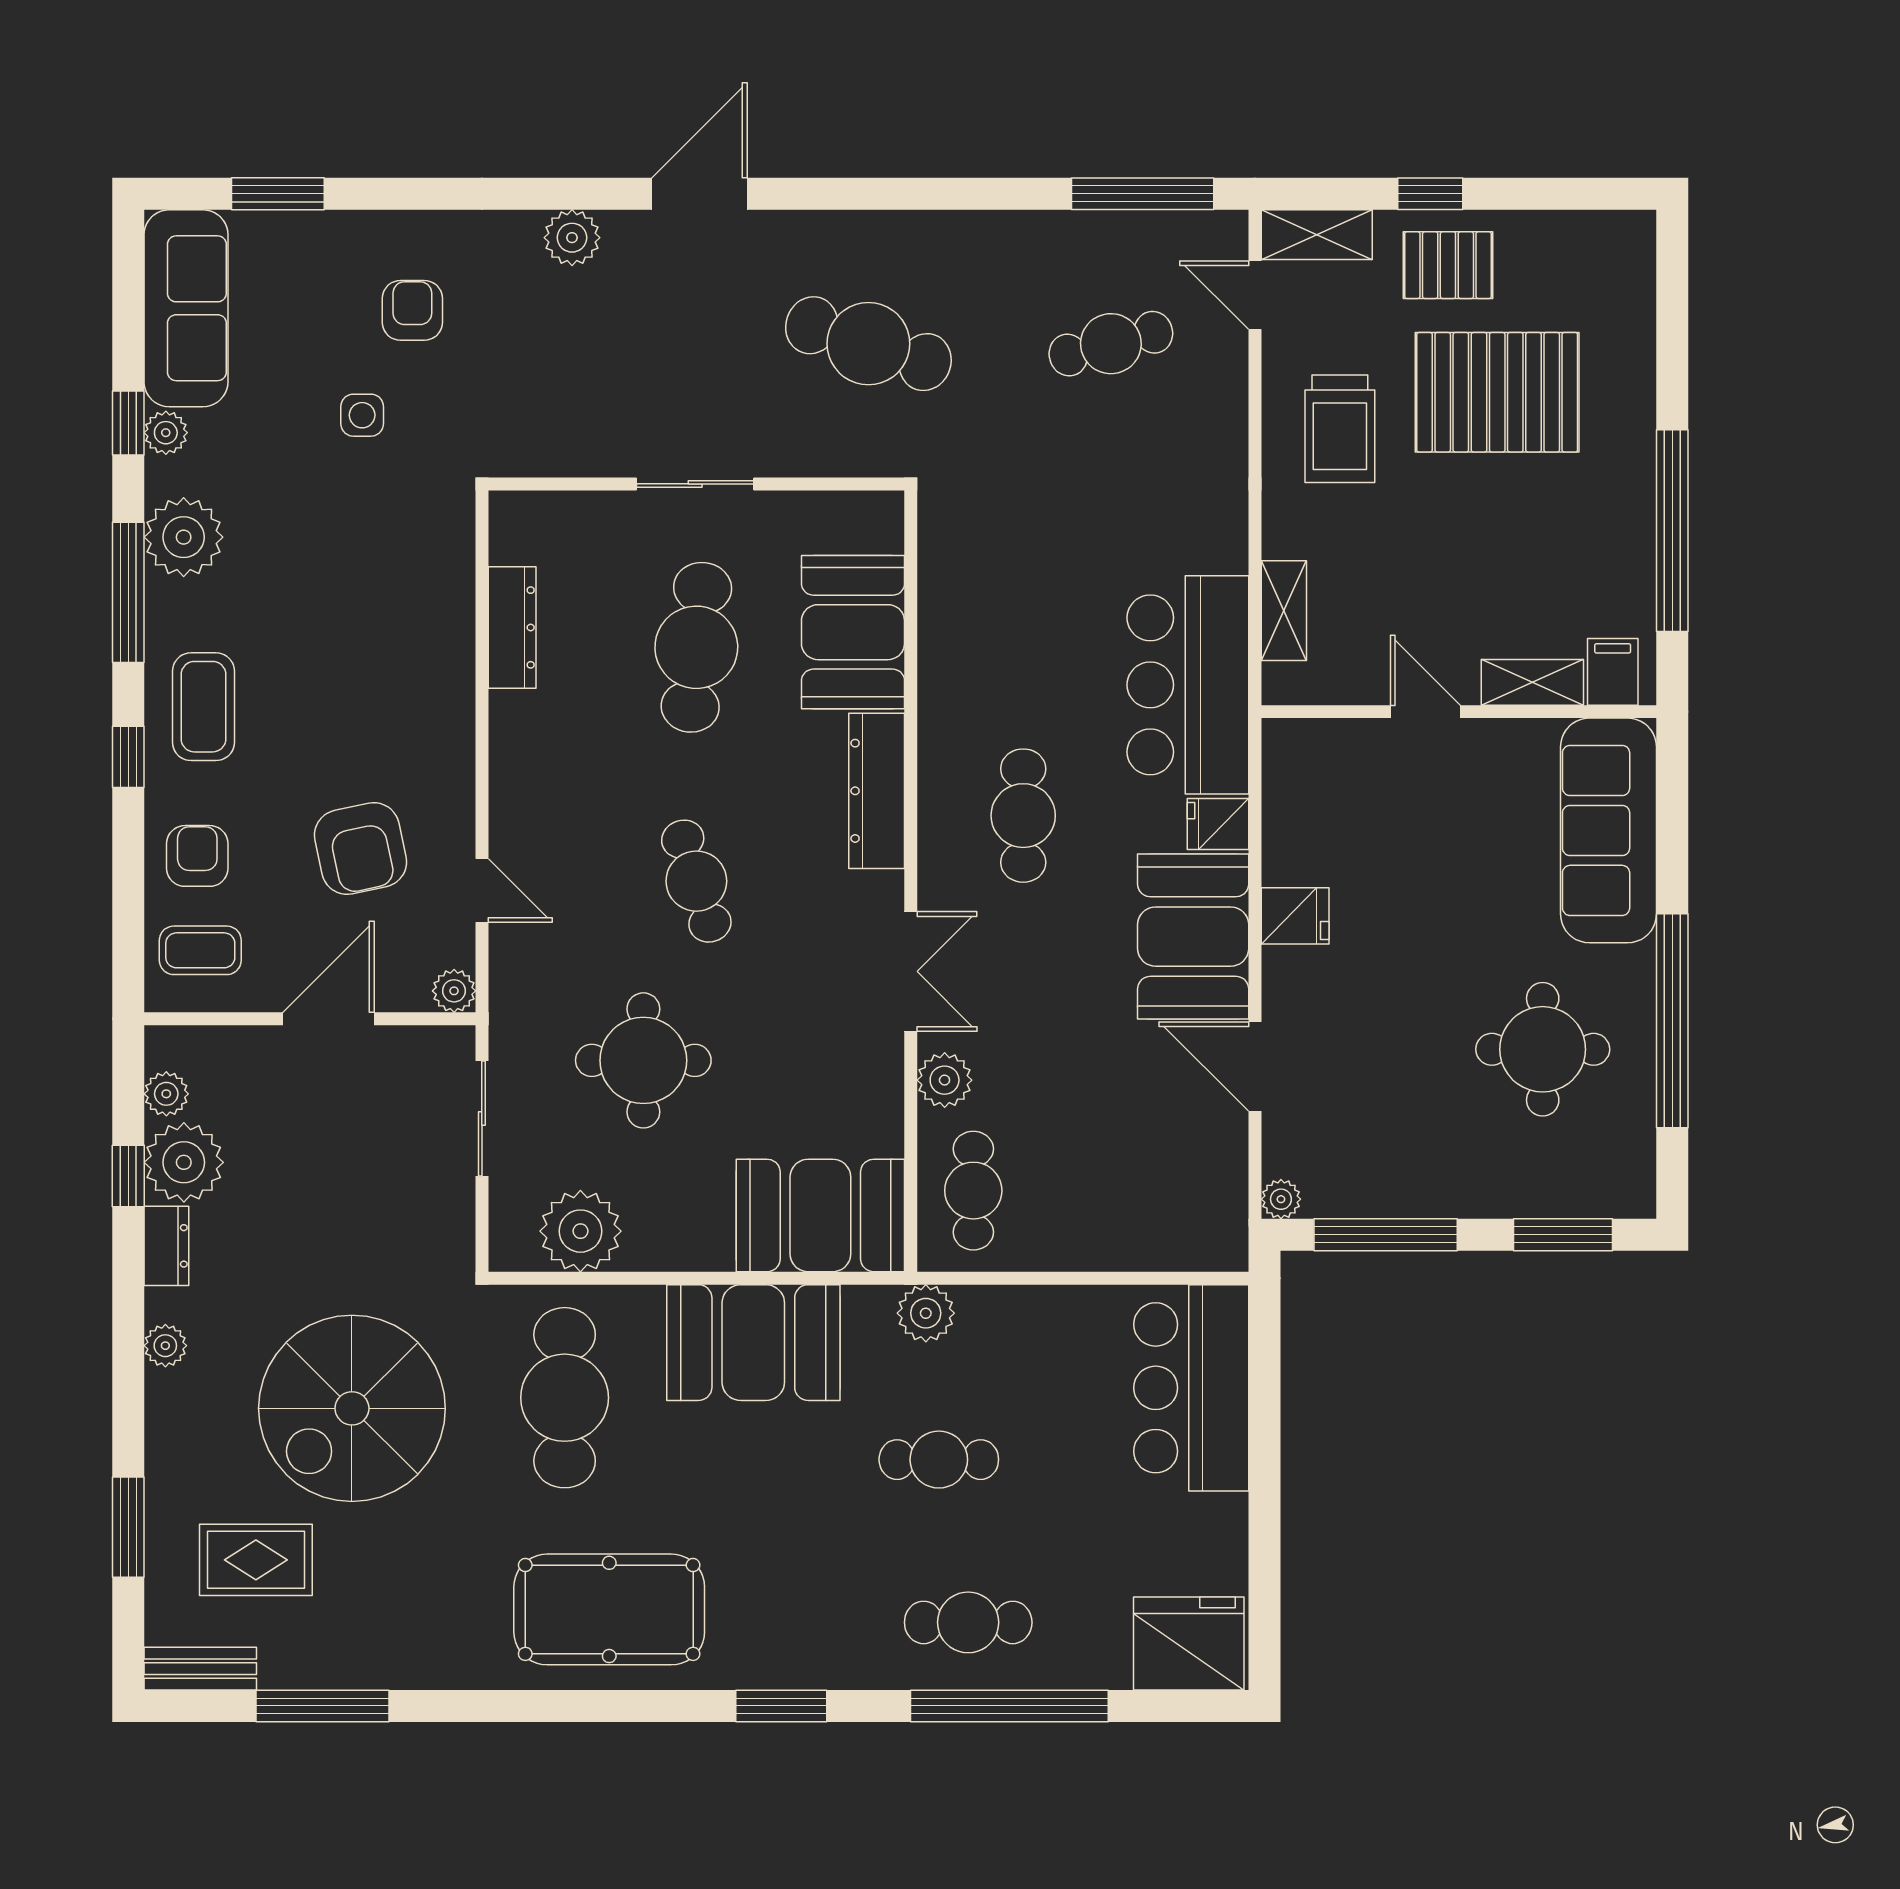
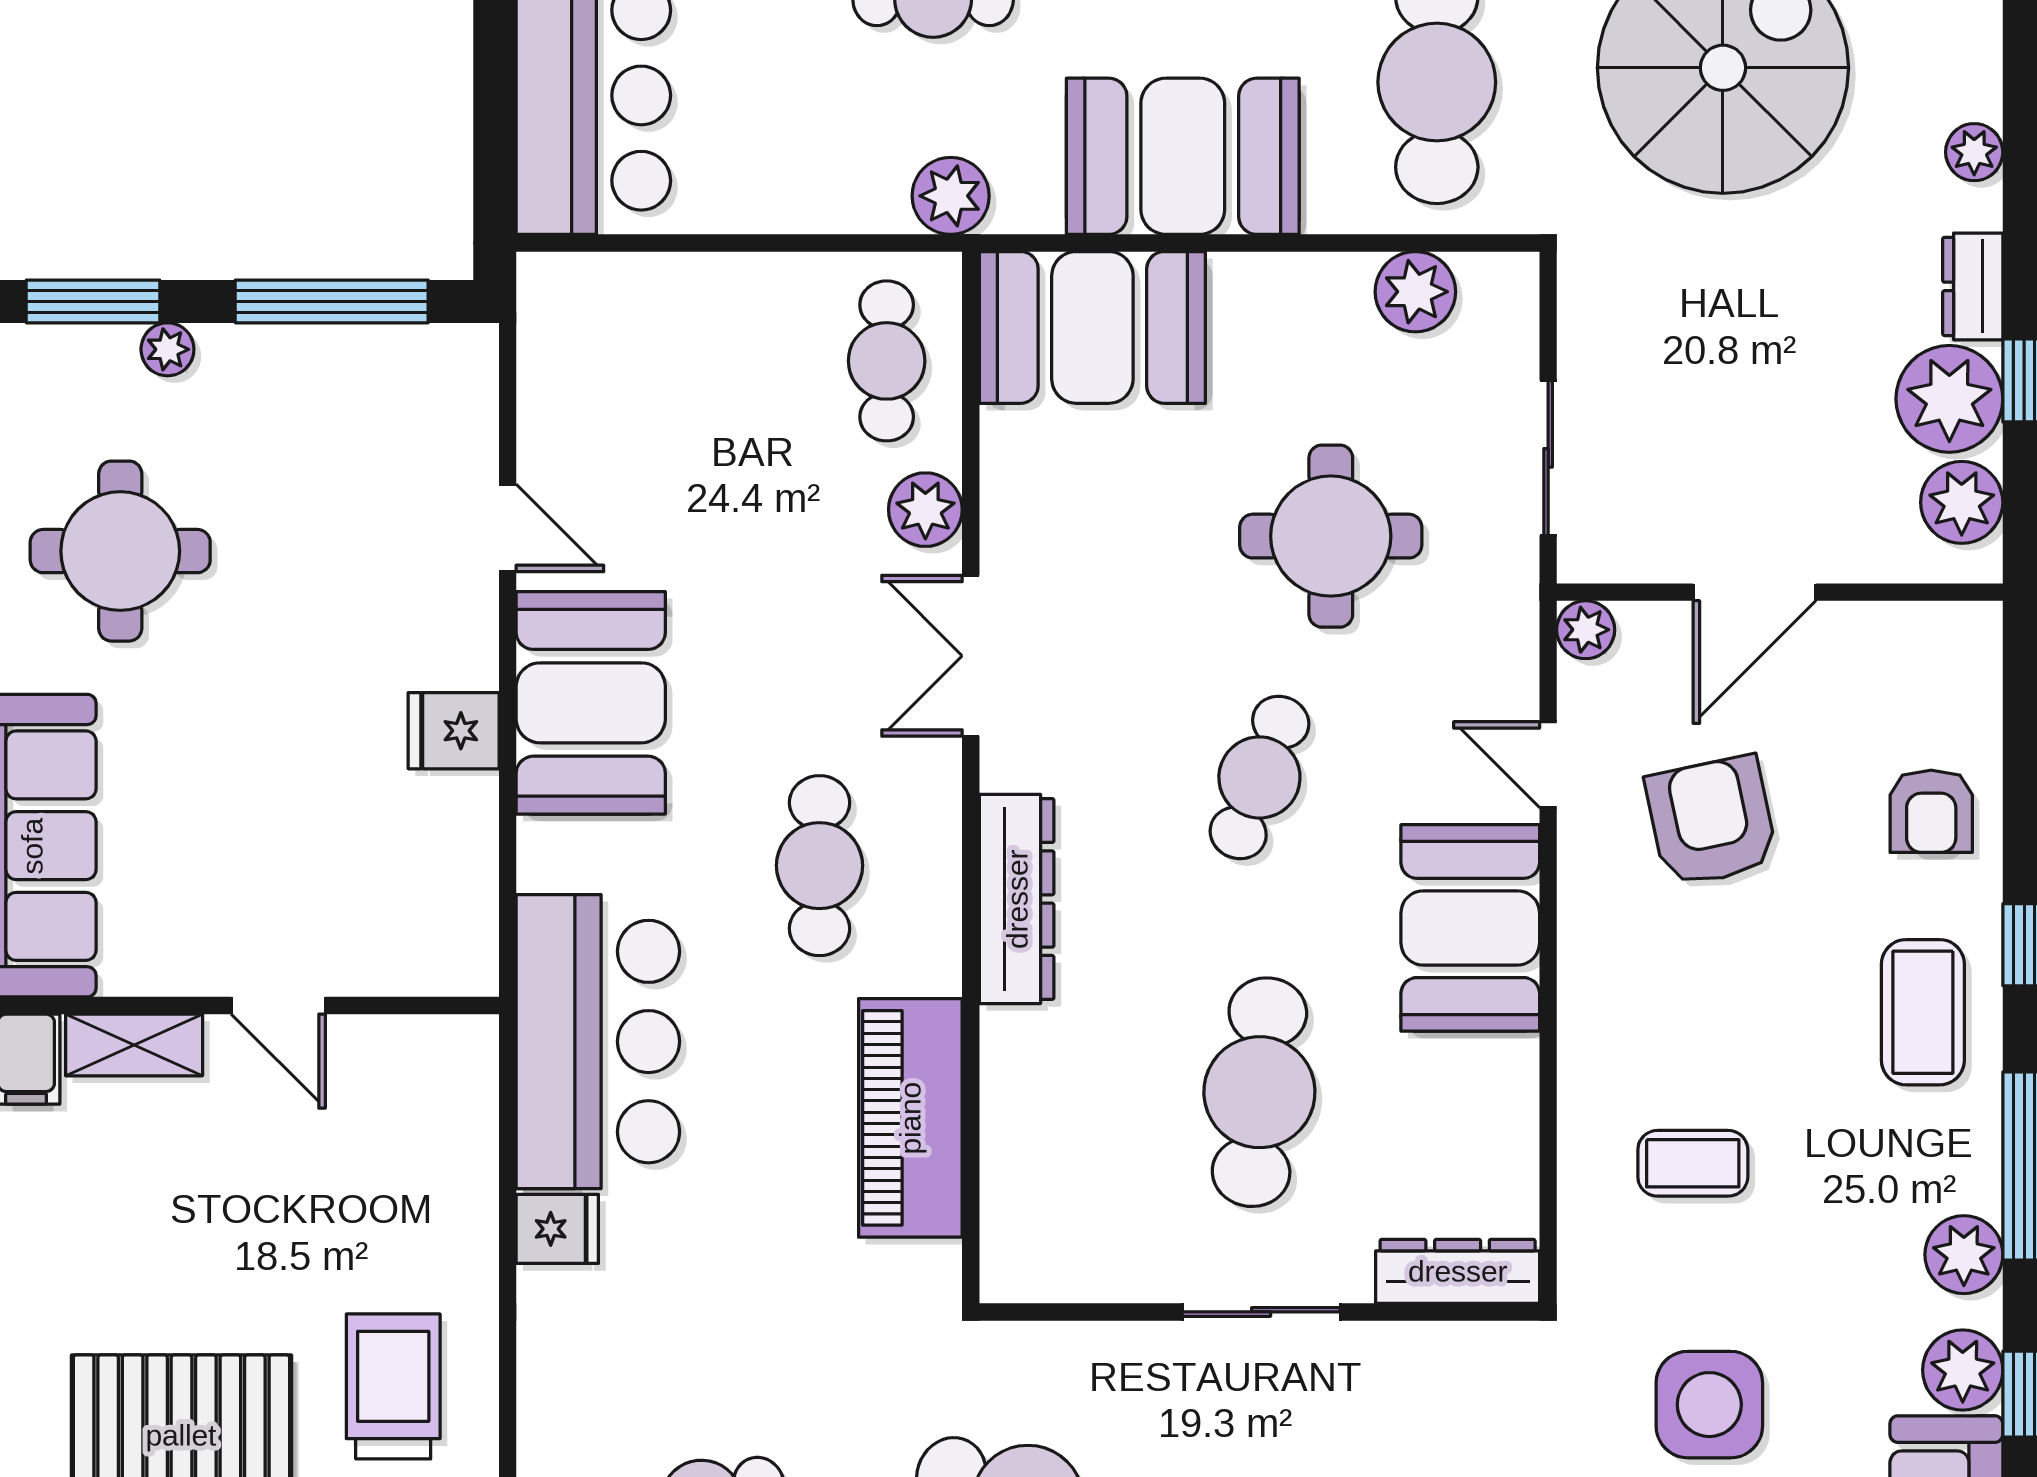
side table: (362, 415) -> (1709, 1405), width x1.87, depth x1.87
plant: (166, 433) -> (1963, 1370), width x1.38, depth x1.38
plant: (184, 537) -> (1964, 1255), width x0.73, depth x0.73
shelving: (1284, 611) -> (469, 1142), removed
dresser: (512, 627) -> (1458, 1271), moved, turned 90
piano: (956, 628) -> (910, 1118), added
booth: (853, 632) -> (1470, 928), moved
fridge: (1218, 824) -> (557, 1229), moved
cafe table: (696, 881) -> (1259, 777), turned 39
coffee table: (200, 950) -> (1693, 1163), moved
door: (1255, 1067) -> (508, 528), width x0.73
plant: (166, 1094) -> (1962, 502), width x1.38, depth x1.38
plant: (1281, 1199) -> (167, 349), moved
plant: (580, 1231) -> (1415, 292), width x0.73, depth x0.73

